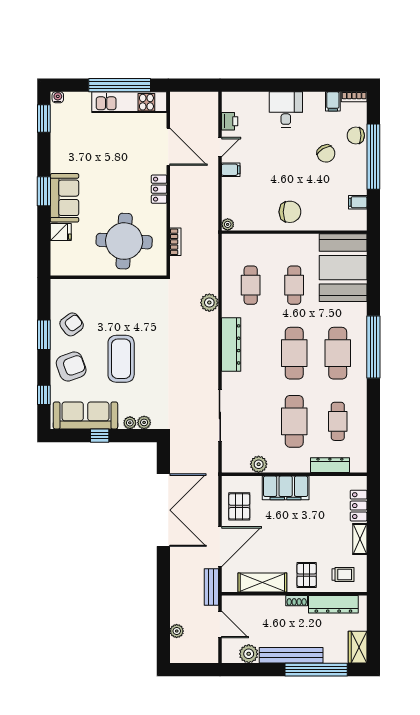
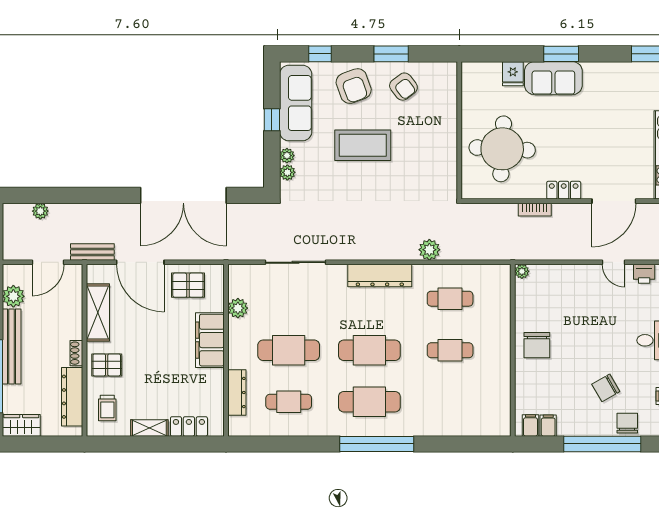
filing cabinet: (231, 170) -> (530, 425), moved, turned 180
bookcase: (175, 242) -> (535, 210), moved
booth: (343, 268) -> (471, 408), removed

